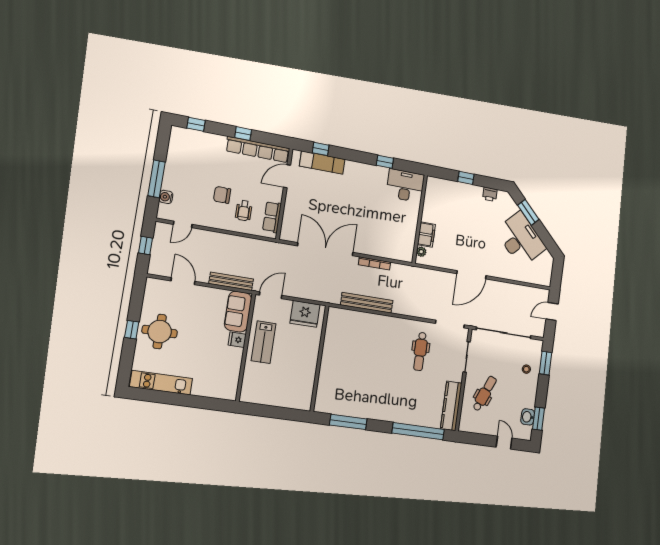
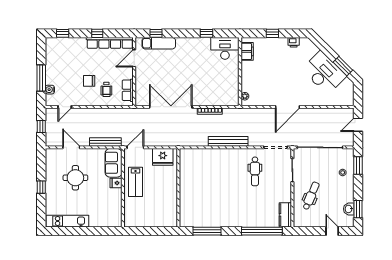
window: (528, 212) -> (343, 66), moved
filing cabinet: (426, 235) -> (247, 51), moved
bench: (367, 303) -> (228, 141), moved
round table: (160, 332) -> (75, 178), moved
kitchen counter: (451, 406) -> (285, 215), width x0.67

